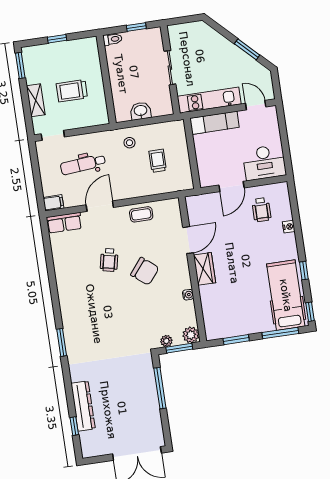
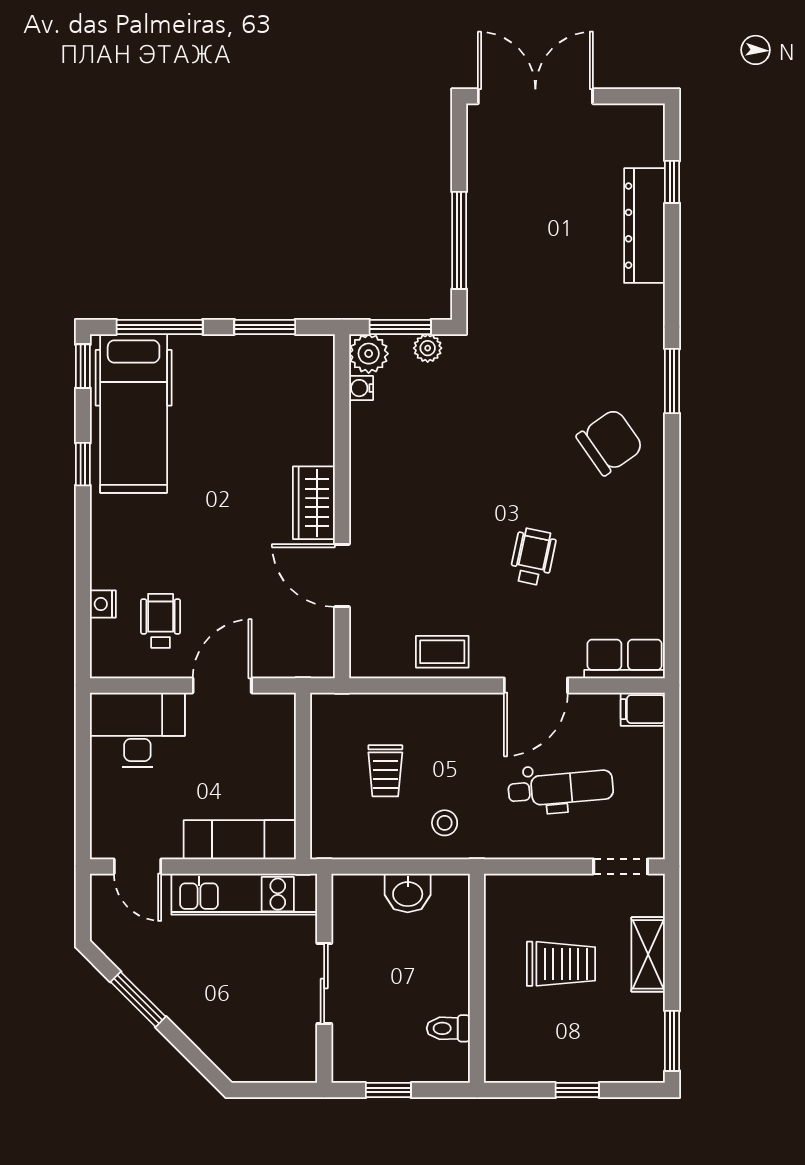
toilet: (112, 39) -> (448, 1028), moved
nightstand: (289, 227) -> (103, 604), moved
door: (188, 240) -> (342, 576), hinge flipped
chair: (145, 271) -> (610, 442), moved, turned 106
water cooler: (188, 295) -> (361, 388), moved

